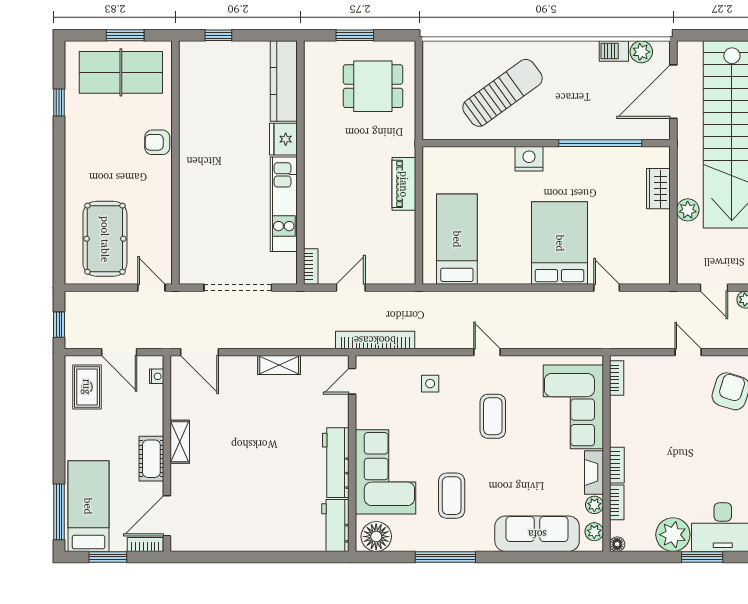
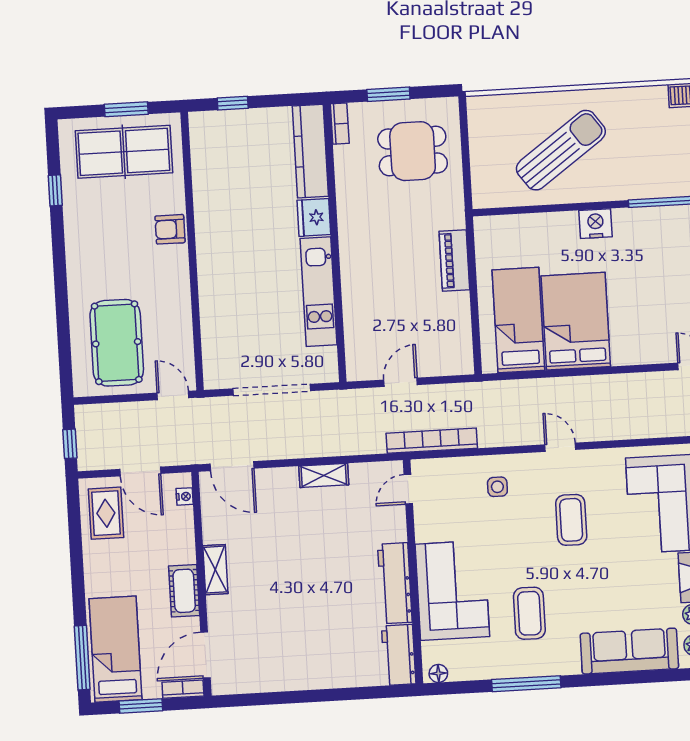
bed: (560, 243) -> (576, 321), moved
bookcase: (311, 266) -> (340, 124), moved
floor lamp: (376, 537) -> (438, 673), width x0.53, depth x0.53

